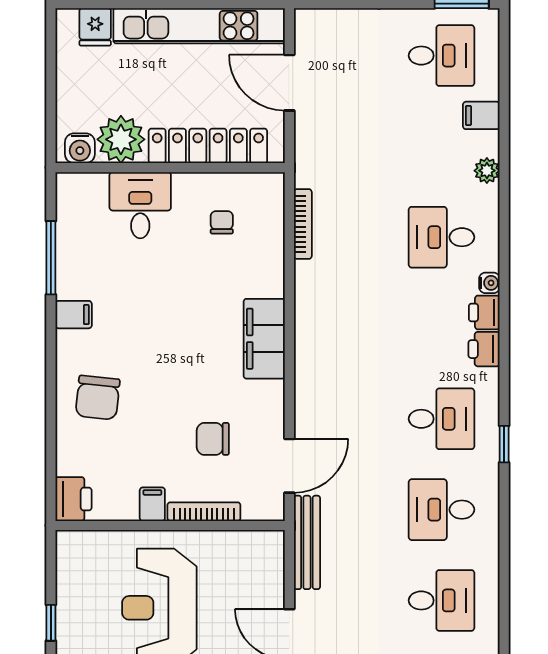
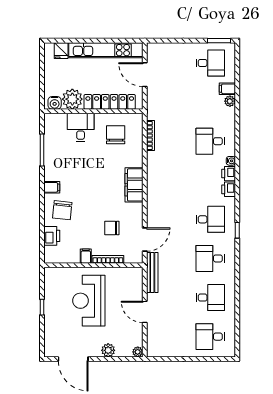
plant: (487, 171) -> (230, 101), moved
chair: (222, 222) -> (116, 135), width x1.87, depth x1.87
filing cabinet: (74, 315) -> (52, 187), moved
printer: (73, 499) -> (52, 236), moved

